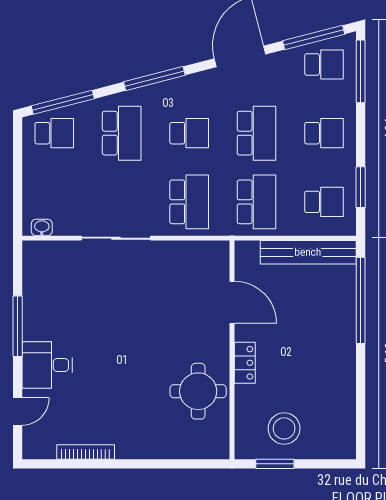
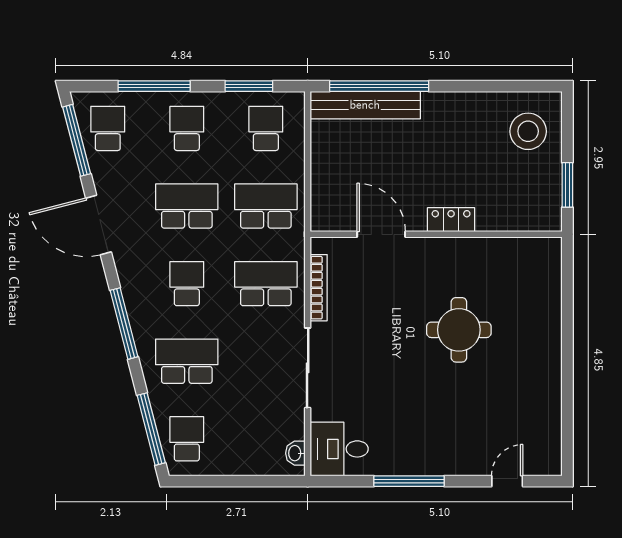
window: (361, 71) -> (154, 86), moved
bench: (308, 252) -> (365, 105), moved, turned 90
door: (232, 302) -> (381, 234), hinge flipped
desk: (47, 365) -> (339, 449), moved, turned 90
round table: (198, 391) -> (459, 330), moved
door: (18, 412) -> (507, 481), hinge flipped
stool: (284, 428) -> (528, 131), moved
bookcase: (86, 452) -> (319, 288), moved, turned 180

